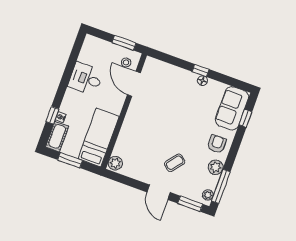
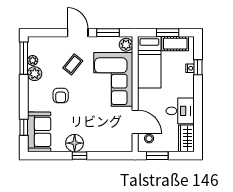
wardrobe: (89, 49) -> (186, 138), added
floor lamp: (203, 81) -> (75, 143), width x1.89, depth x1.89
corner sofa: (140, 134) -> (113, 79), added
cot: (57, 136) -> (175, 44), moved, turned 90
armchair: (217, 144) -> (61, 95), moved
plant: (208, 195) -> (33, 60), moved
window: (190, 204) -> (108, 33), moved

